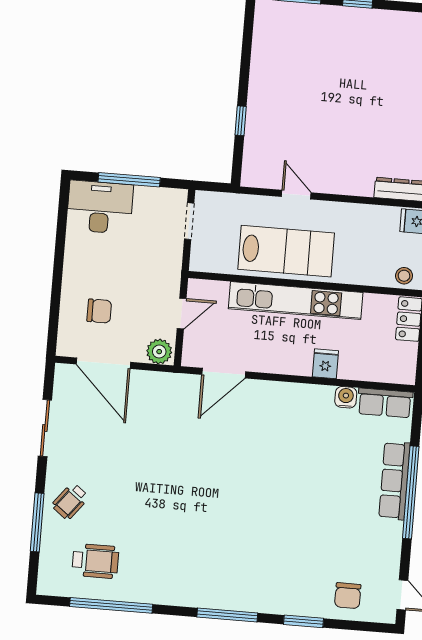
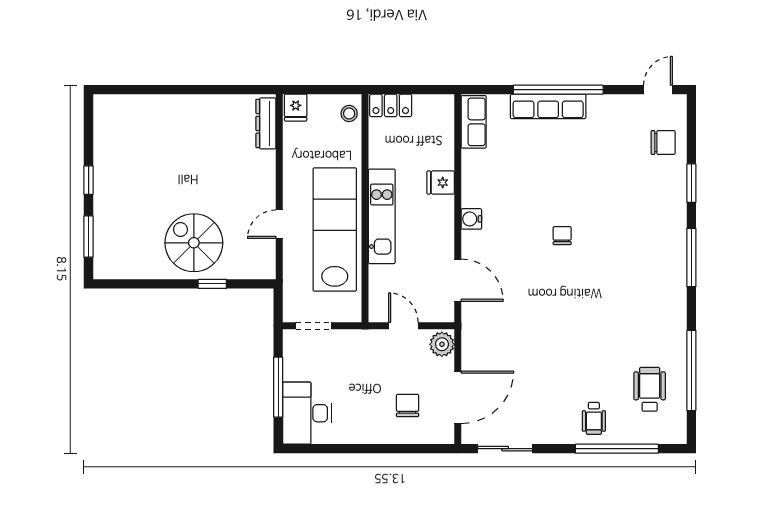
spiral stairs: (284, 105) -> (194, 243), added
lab bench: (286, 251) -> (335, 229), width x1.36
kitchen unit: (296, 301) -> (382, 216), width x0.73
water cooler: (346, 397) -> (471, 219), moved
sliding door: (45, 428) -> (505, 449), moved
chair: (261, 484) -> (562, 236), added
wheelchair: (70, 501) -> (594, 418), turned 52
window: (37, 522) -> (617, 449), width x1.46

